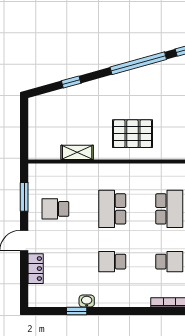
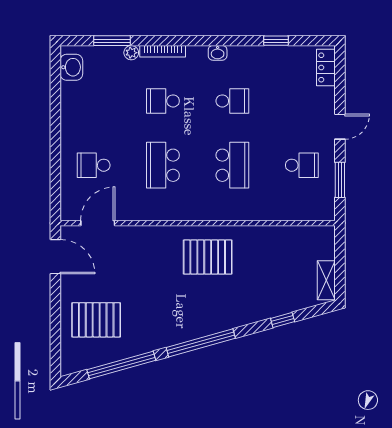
shelving: (77, 152) -> (326, 280), moved, turned 90
locker: (36, 269) -> (326, 67), moved
washbasin: (87, 301) -> (218, 53), moved

